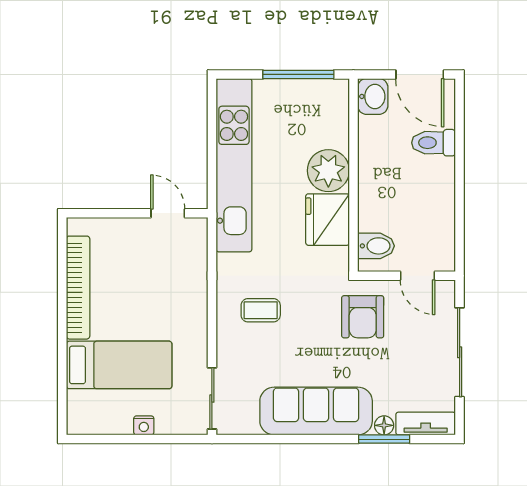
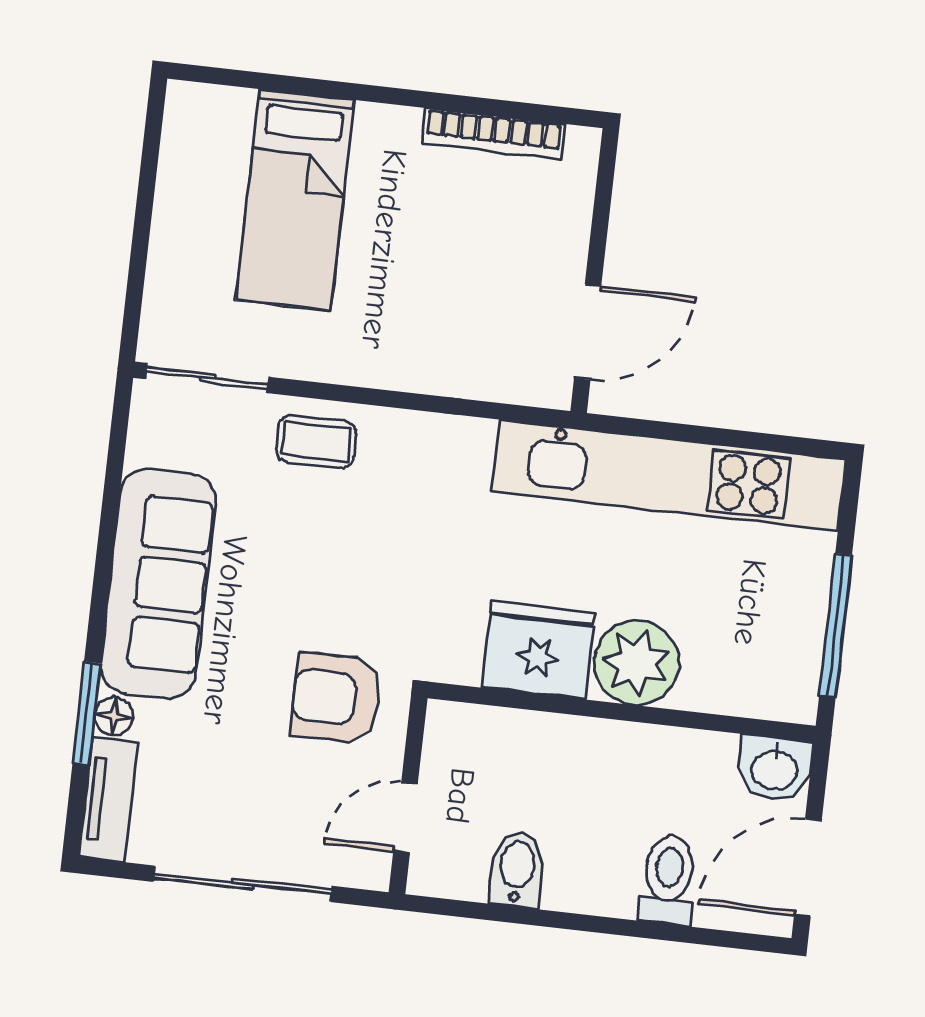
door: (168, 213) -> (588, 332), width x1.38
bidet: (376, 246) -> (517, 870), moved, turned 180
bookcase: (78, 288) -> (493, 134), width x0.68, depth x0.76
coffee table: (261, 310) -> (316, 442), moved, turned 90
nightstand: (144, 425) -> (169, 235), removed

